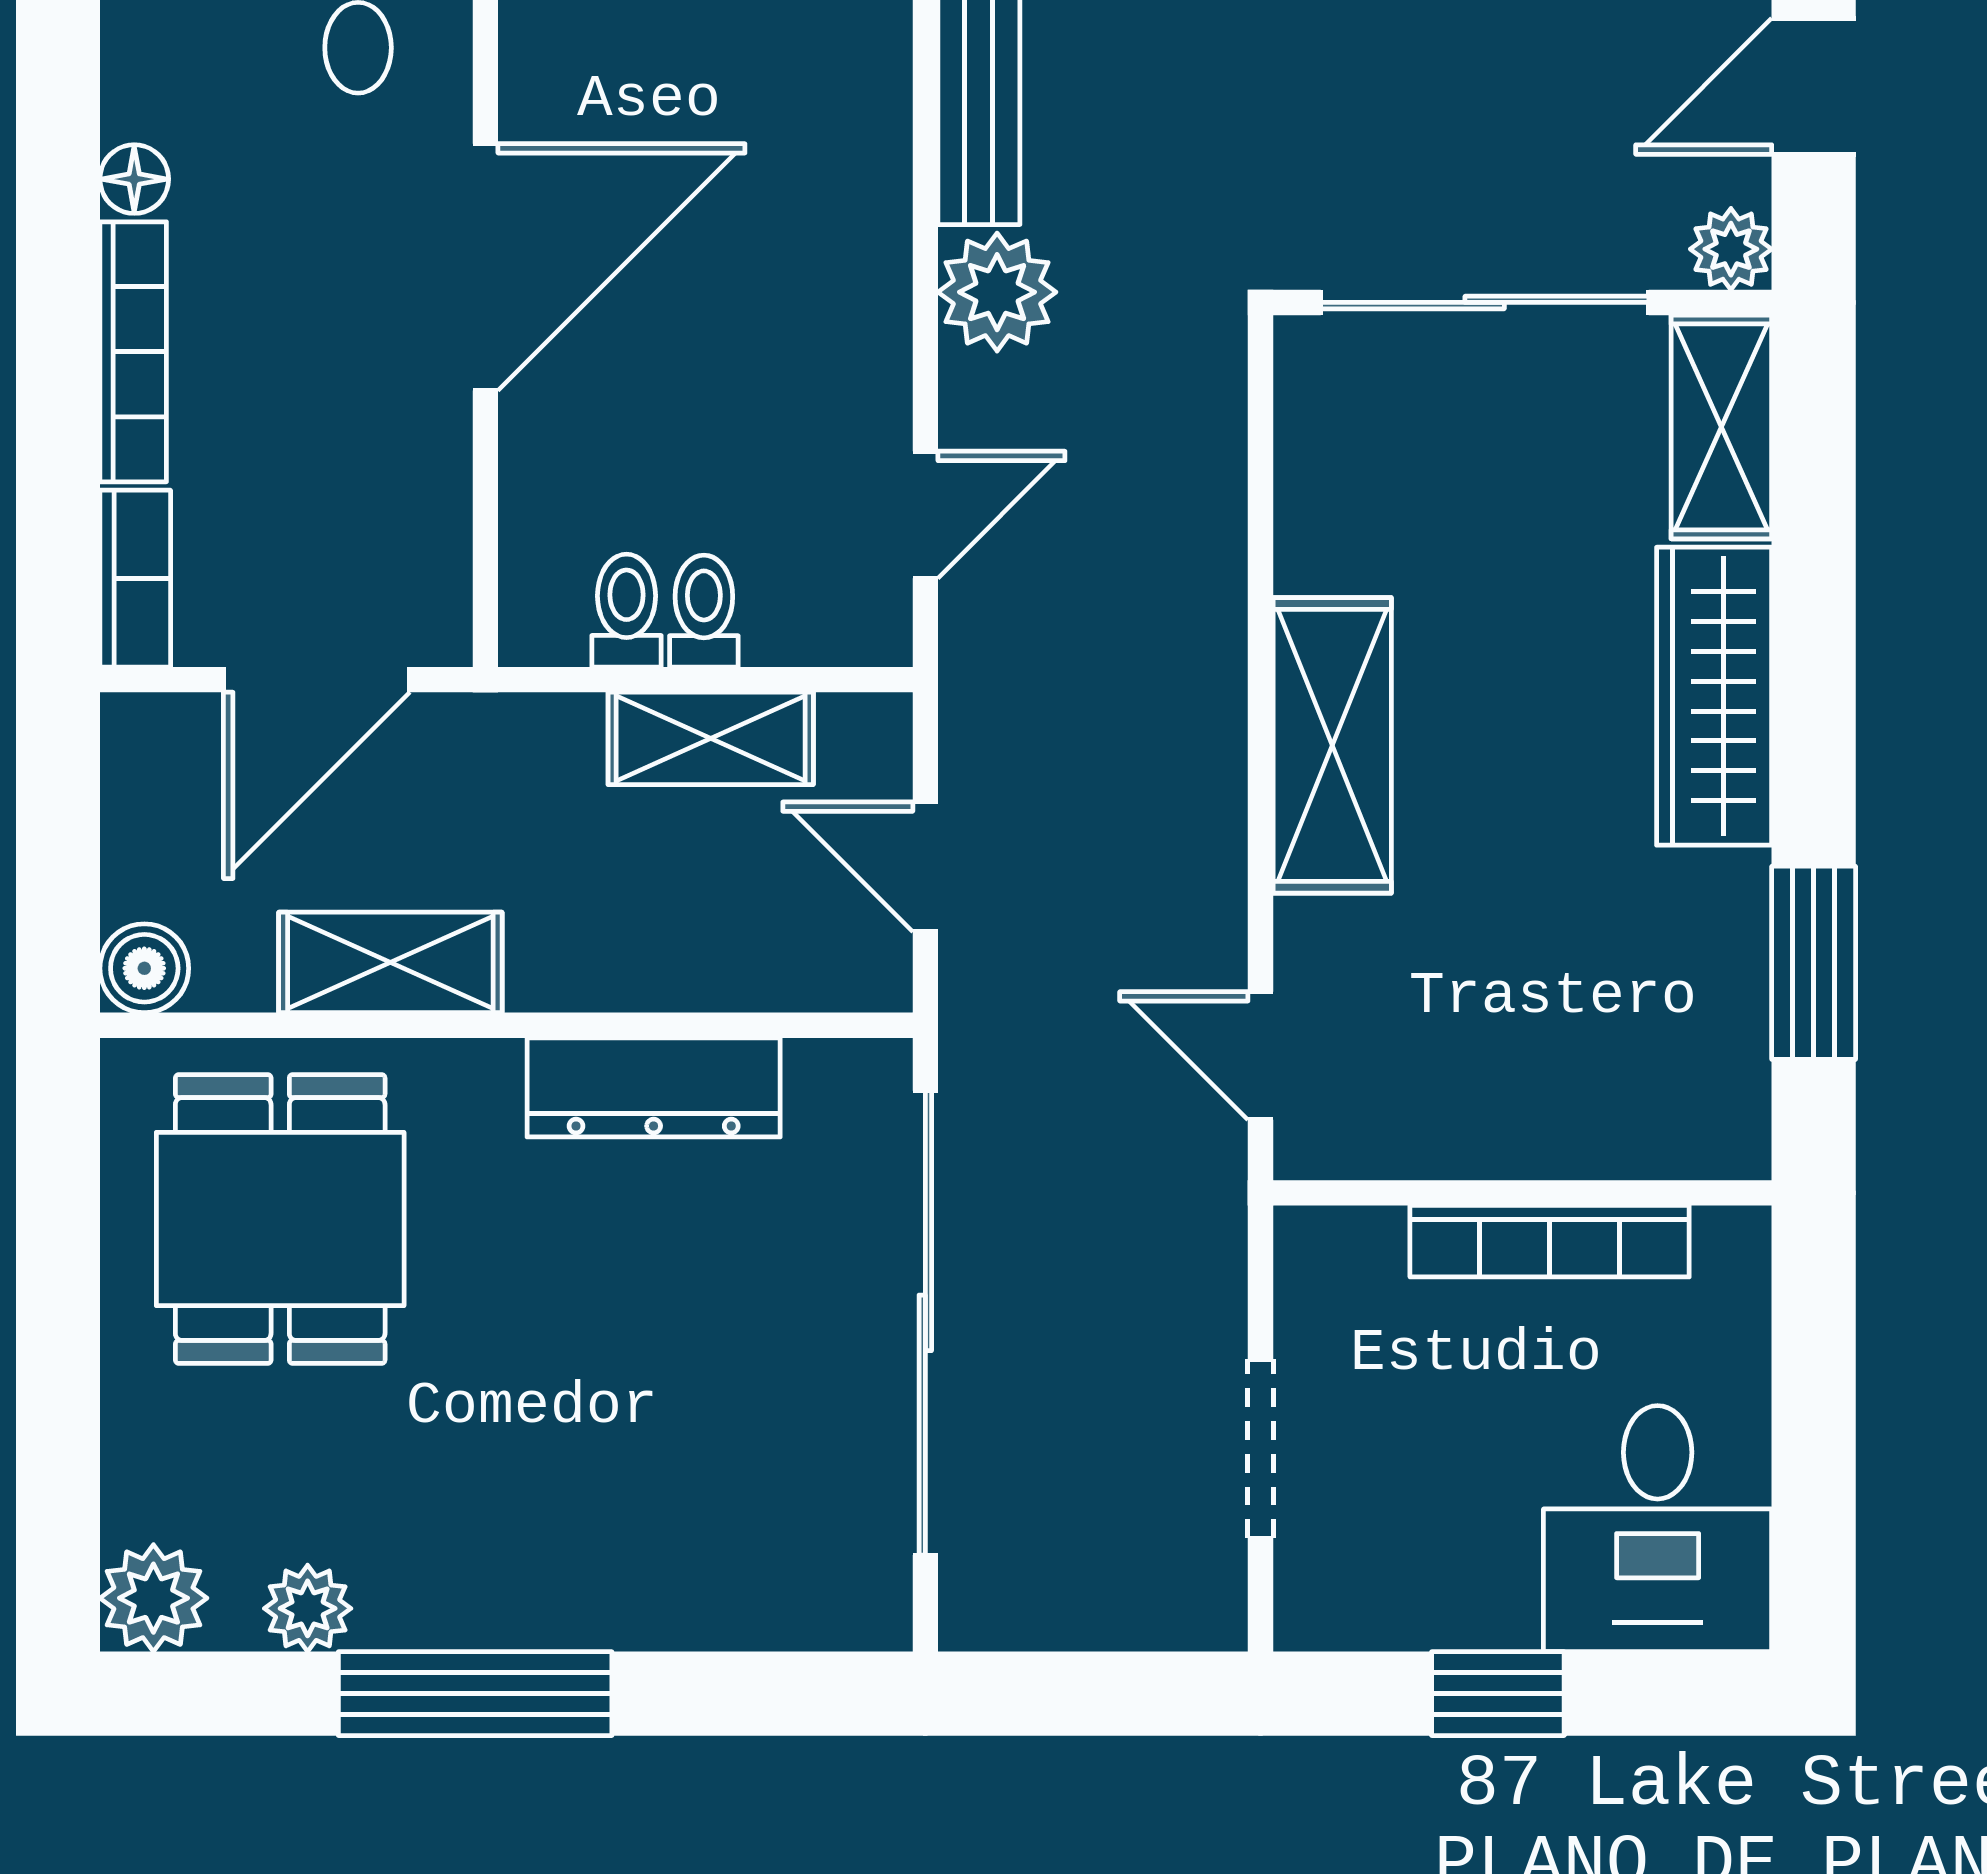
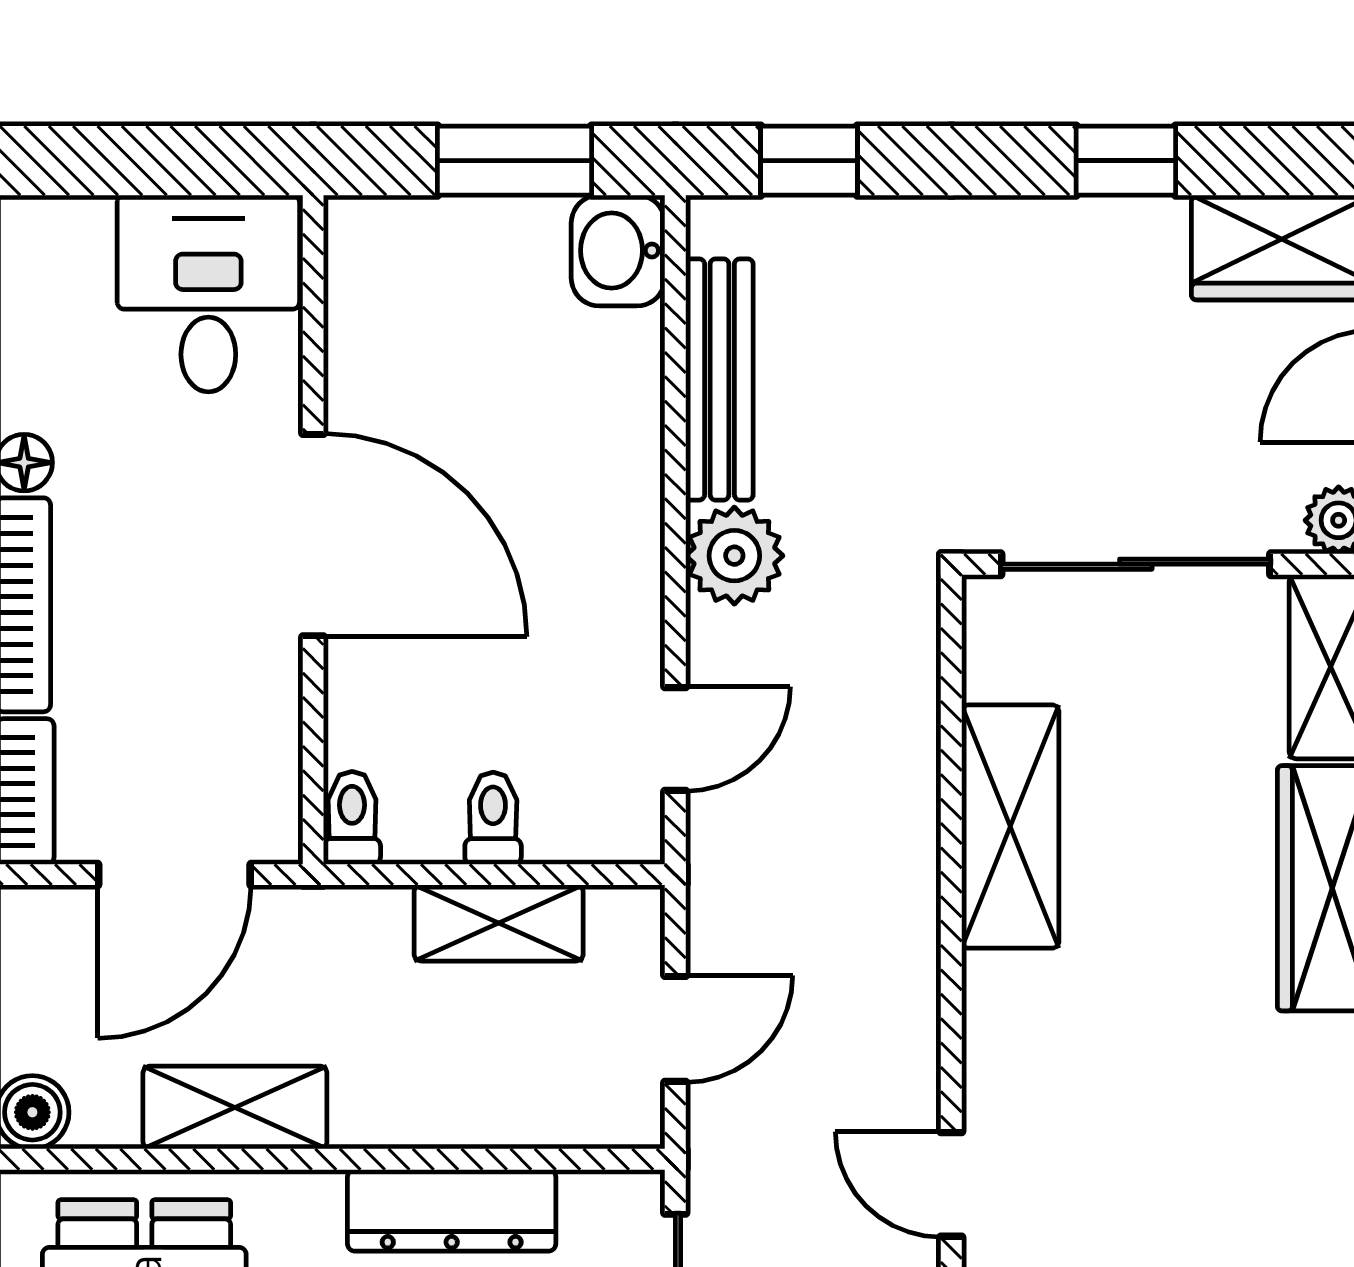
door: (485, 267) -> (313, 535), hinge flipped
toilet: (626, 611) -> (352, 818), moved
shelving: (1332, 745) -> (1010, 827), moved
door: (925, 867) -> (675, 1029), swing flipped

